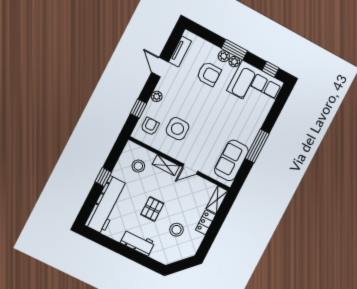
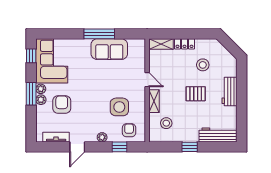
armchair: (150, 126) -> (129, 130), turned 90
sofa: (231, 160) -> (109, 49), moved
workbench: (106, 205) -> (218, 135), width x0.73, depth x0.76

